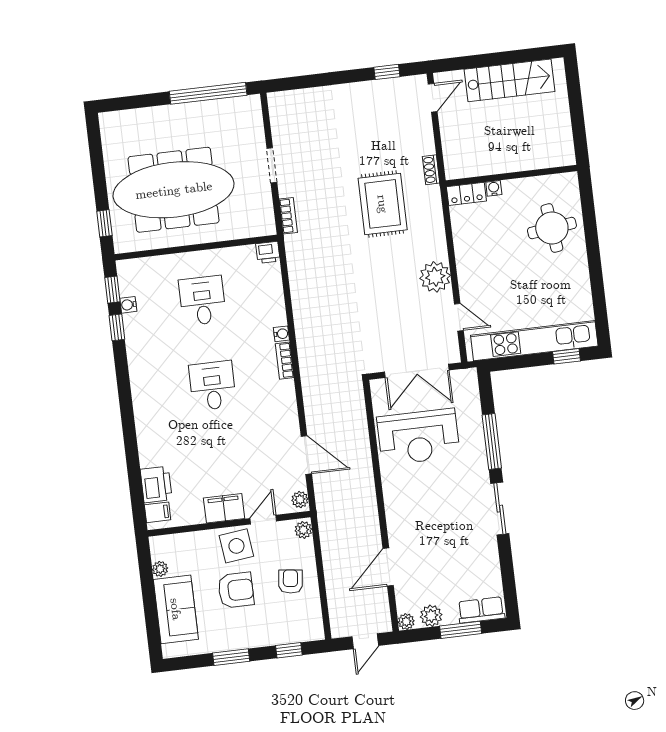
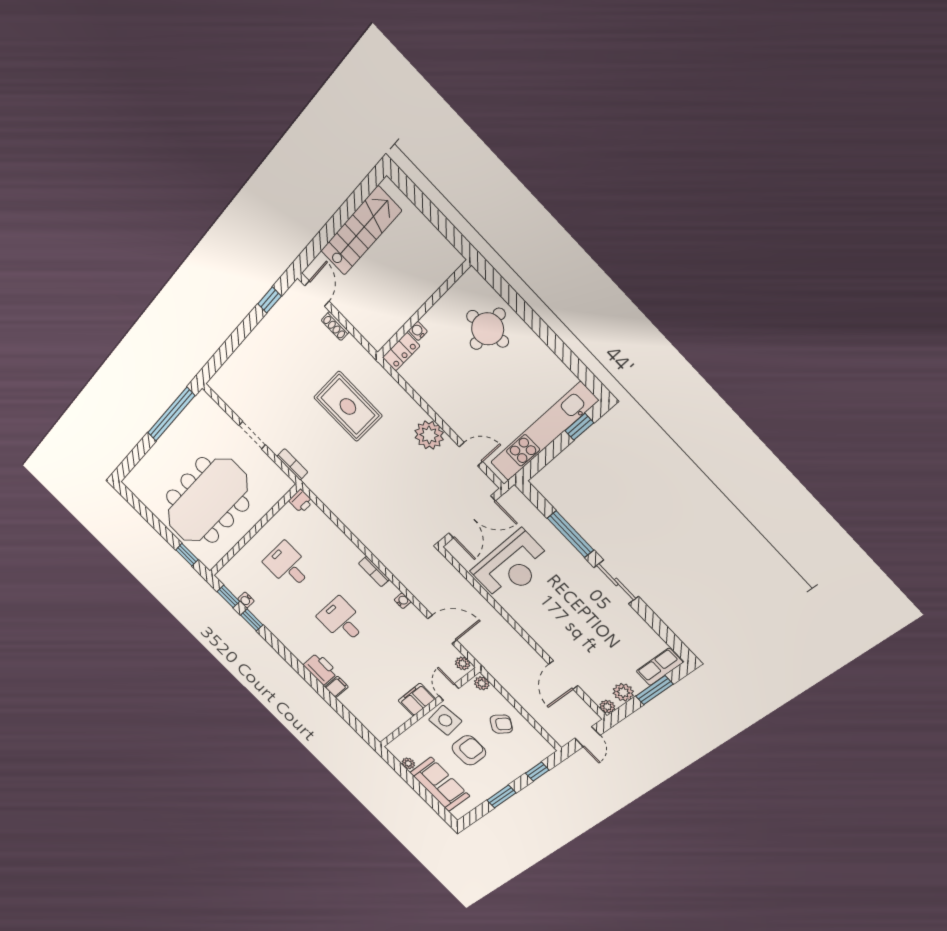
shoe rack: (431, 170) -> (335, 326), moved
water cooler: (281, 334) -> (403, 601), moved
printer: (156, 484) -> (321, 669), moved
filing cabinet: (158, 512) -> (337, 687), moved
armchair: (290, 582) -> (501, 724), turned 116

